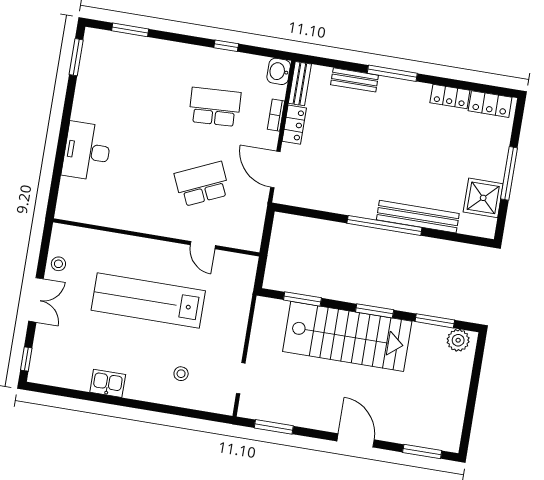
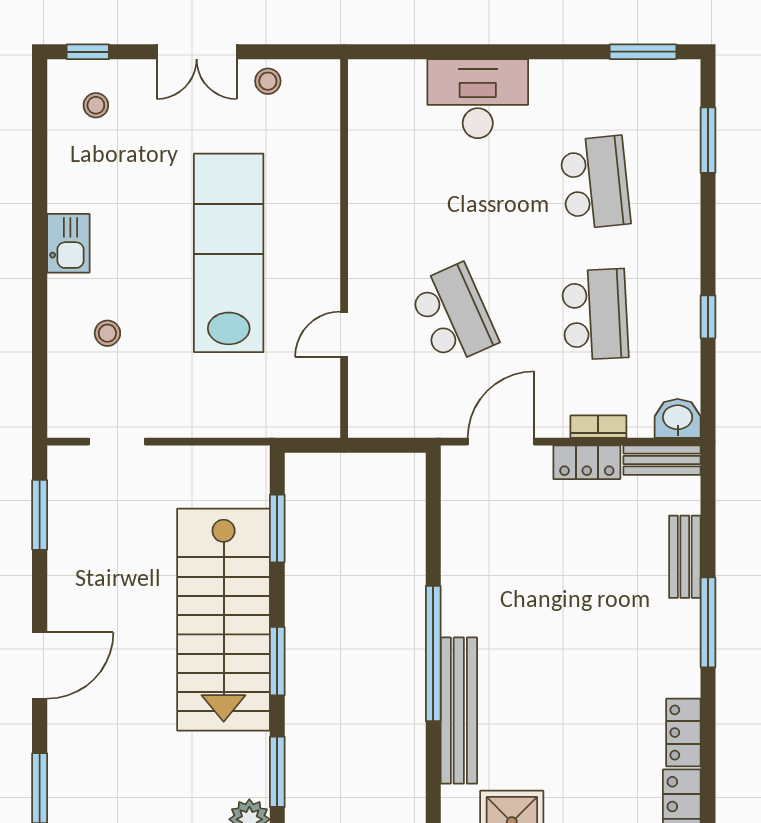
school desk: (143, 95) -> (595, 183), added
stool: (56, 359) -> (96, 105), added
kitchen sink: (108, 383) -> (68, 243), moved

